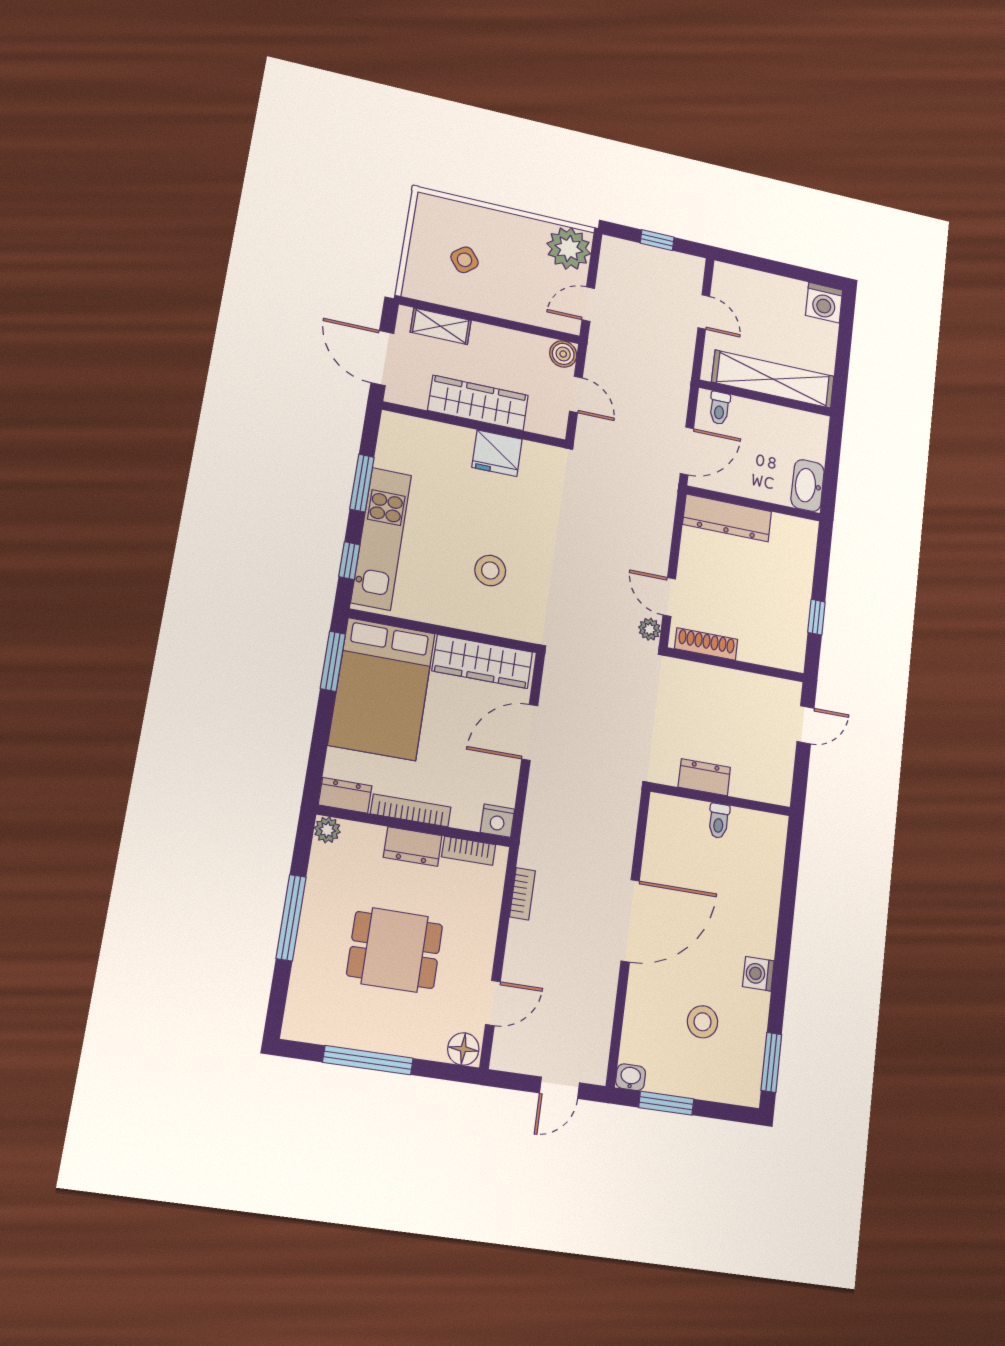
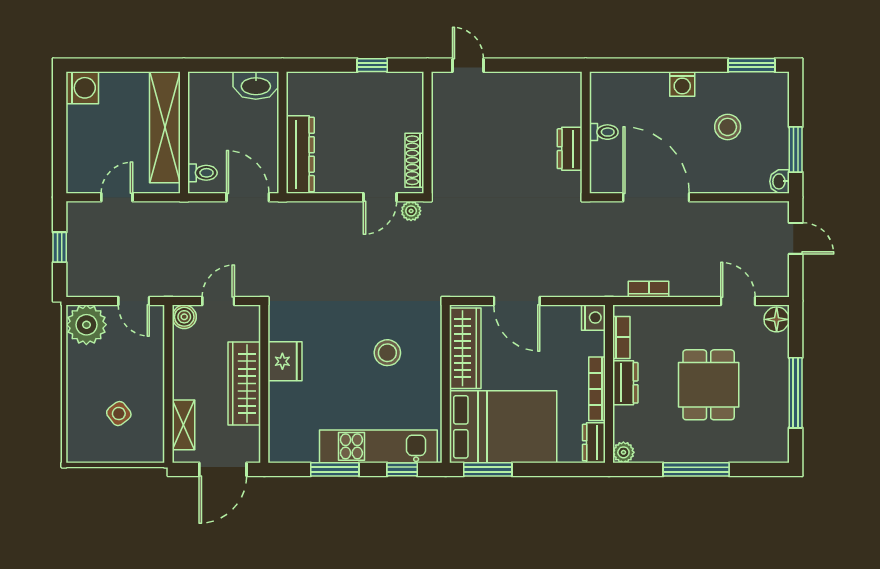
dresser: (704, 777) -> (570, 149), moved
wall: (721, 799) -> (586, 132), moved
toilet: (719, 821) -> (604, 132), moved

